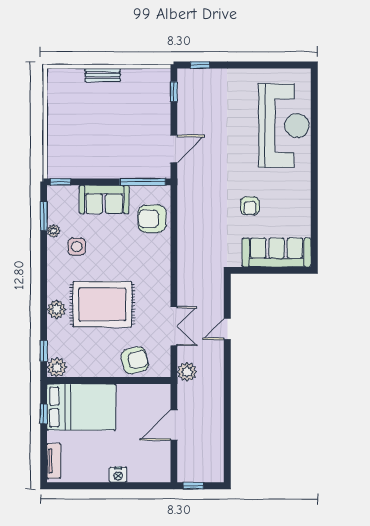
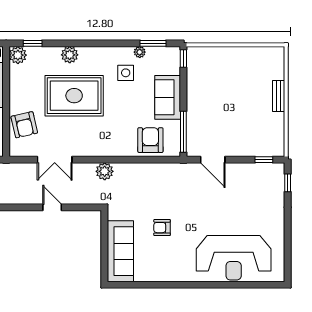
rug: (102, 304) -> (74, 96), turned 90
plant: (187, 372) -> (105, 171), moved

